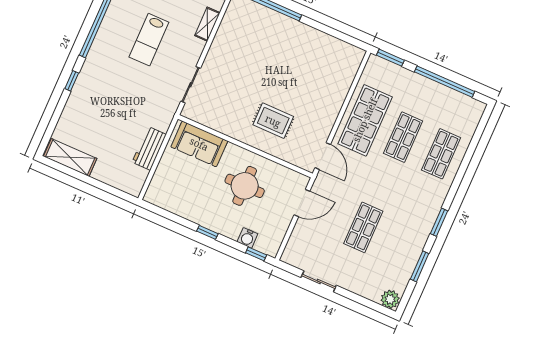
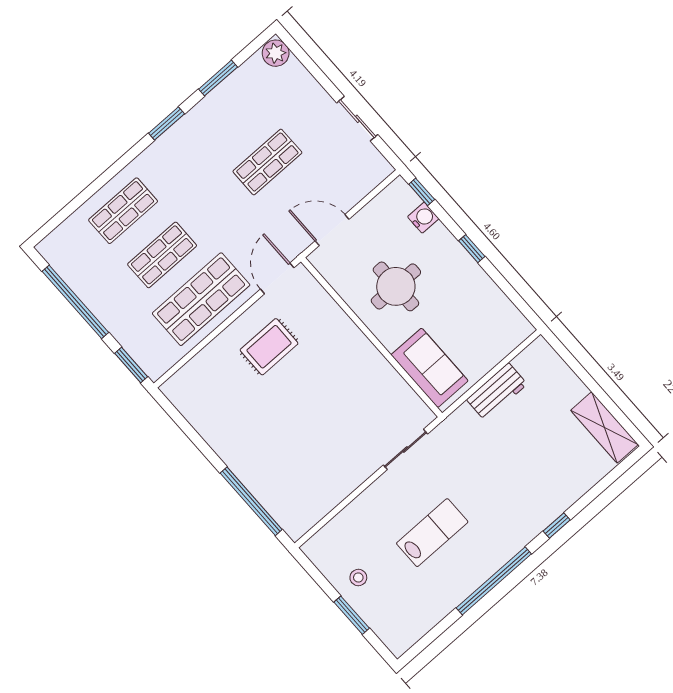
shelving: (207, 24) -> (348, 518), removed
rug: (273, 121) -> (269, 347), moved, turned 90

